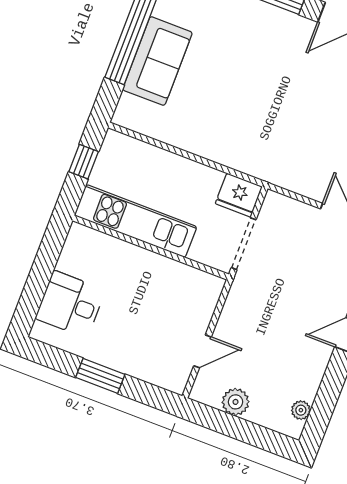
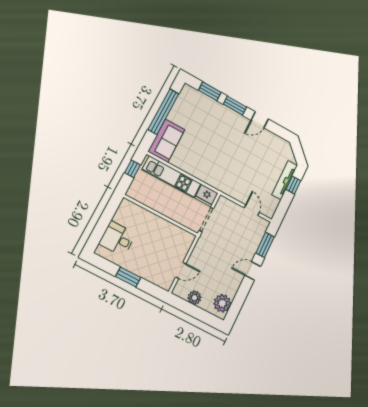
sofa: (157, 61) -> (166, 141), moved
kitchen unit: (136, 221) -> (172, 177), moved, turned 180
plant: (301, 410) -> (222, 303), width x1.87, depth x1.87

